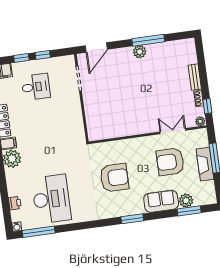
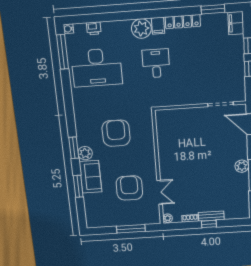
desk: (36, 87) -> (156, 63), moved, turned 180
window: (207, 106) -> (209, 224), moved
fireplace: (205, 164) -> (125, 220), removed
armchair: (114, 178) -> (116, 133), turned 180
plant: (186, 201) -> (85, 153), moved
window: (189, 211) -> (78, 186), moved

